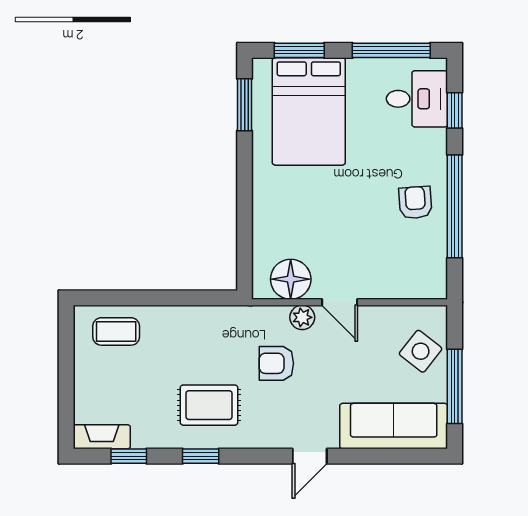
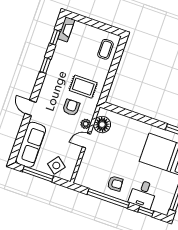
desk: (417, 99) -> (143, 194), moved
rug: (209, 405) -> (83, 87), moved, turned 90

